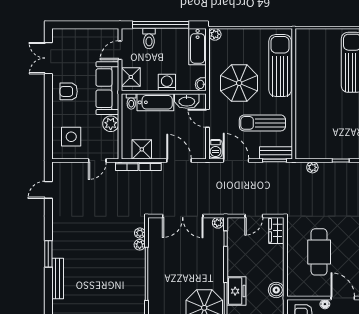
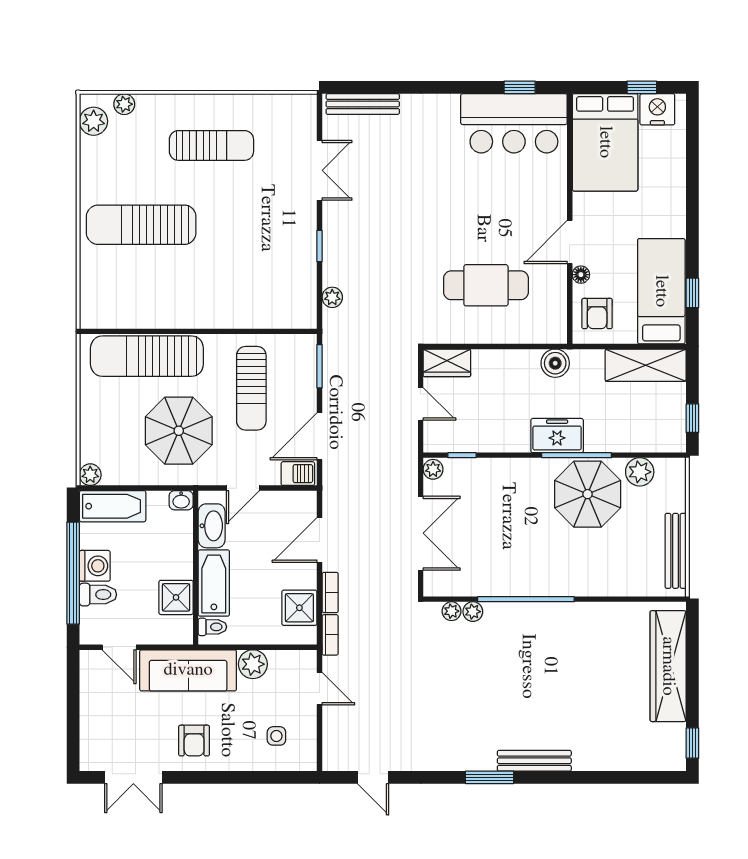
shower: (131, 77) -> (176, 597), moved
washing machine: (167, 82) -> (95, 566), moved, turned 180
side table: (71, 137) -> (276, 736), width x0.54, depth x0.54
bench: (276, 153) -> (306, 364), removed

